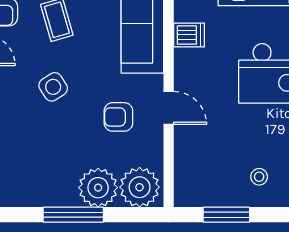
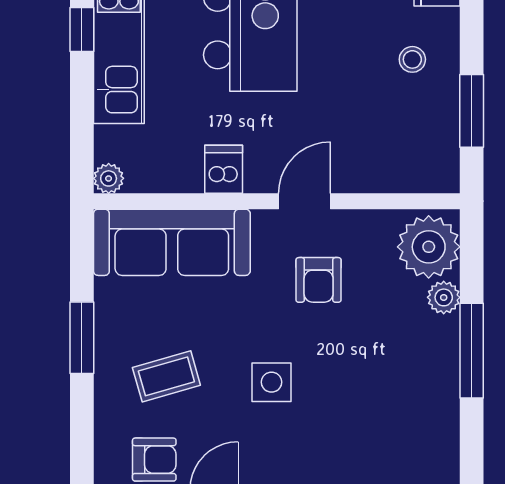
dishwasher: (189, 35) -> (224, 169), moved
side table: (53, 87) -> (271, 382), turned 33
plant: (98, 188) -> (444, 297), width x0.53, depth x0.53

